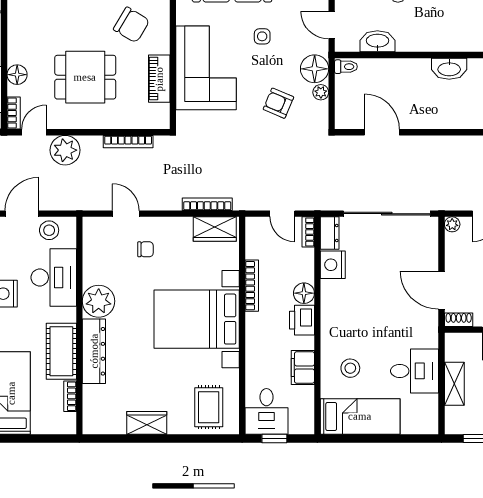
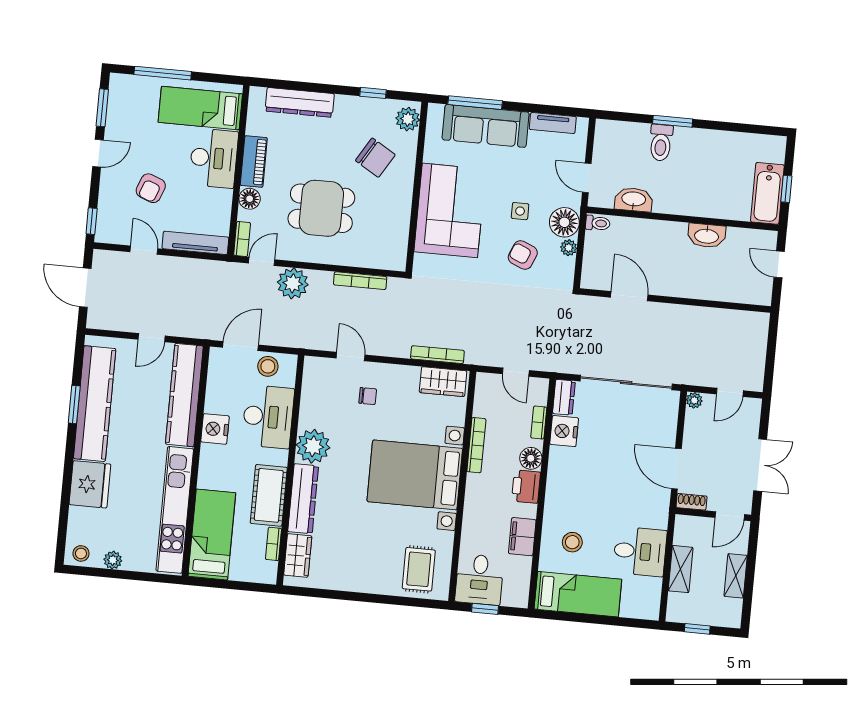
side table: (262, 36) -> (520, 211), moved
piano: (159, 79) -> (254, 162), moved, turned 180
bookcase: (308, 232) -> (539, 423), moved
wardrobe: (147, 423) -> (298, 555), moved, turned 90

